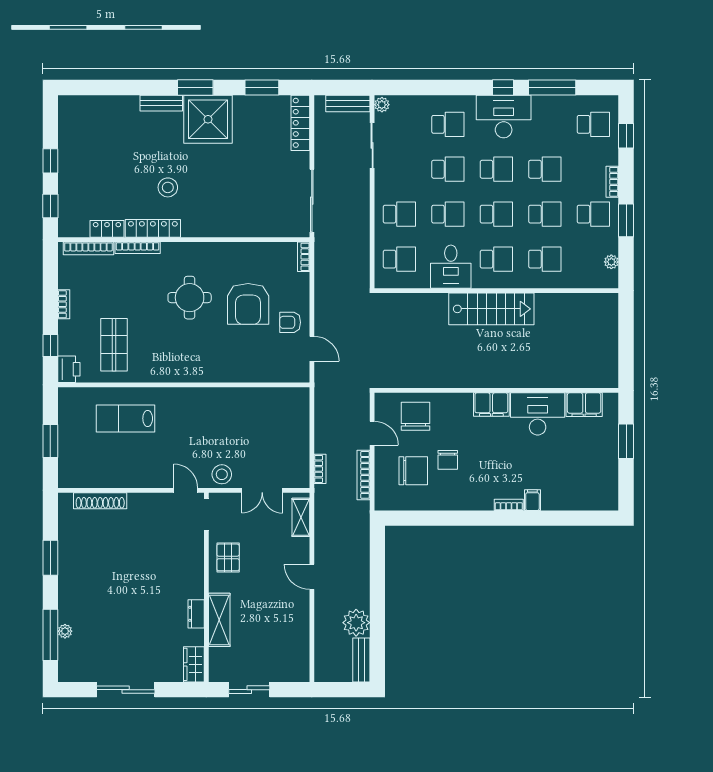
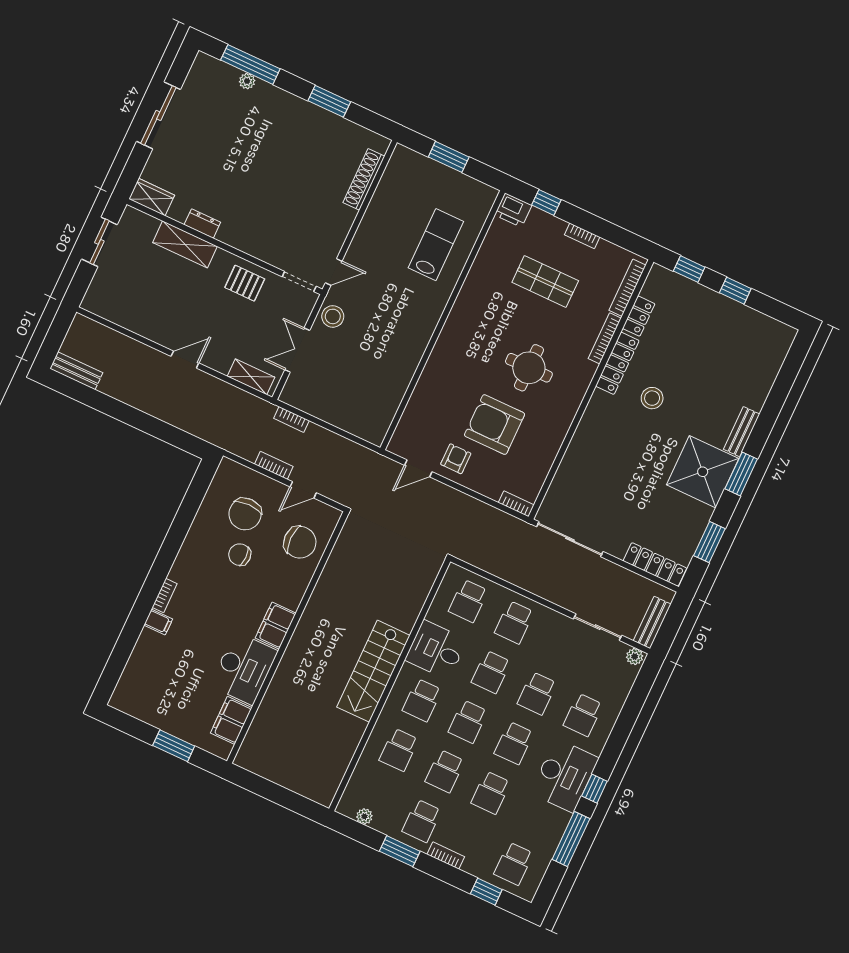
shop shelf: (114, 345) -> (545, 282), moved
bookcase: (363, 475) -> (274, 465), width x0.64
plant: (356, 623) -> (117, 383), removed

